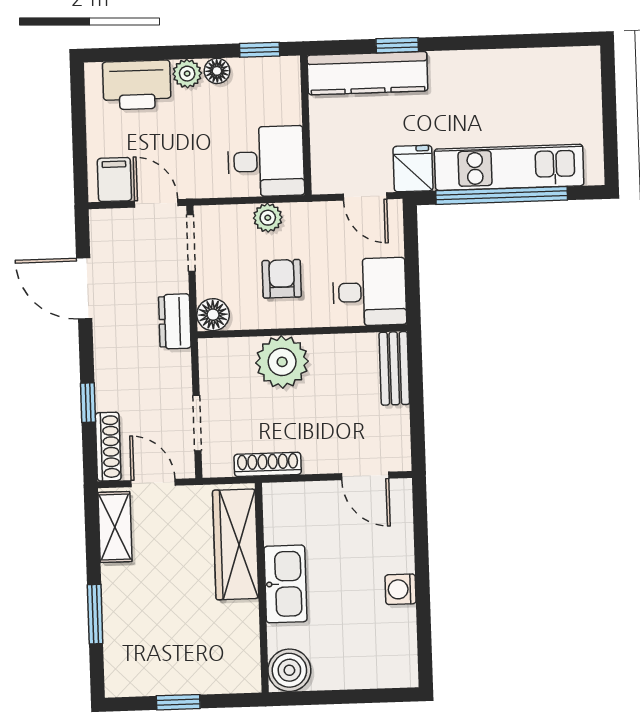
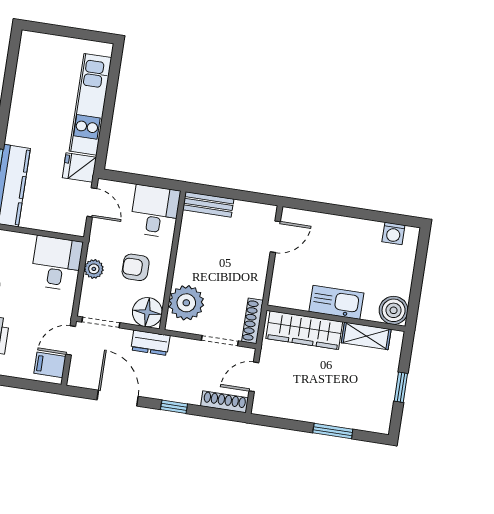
window: (502, 195) -> (108, 113), removed
door: (365, 196) -> (92, 202), hinge flipped
door: (84, 288) -> (118, 398), swing flipped
floor lamp: (213, 315) -> (147, 312), width x1.38, depth x1.38
plant: (282, 362) -> (186, 303), moved
window: (88, 403) -> (174, 407), moved
shoe rack: (268, 464) -> (252, 321), moved
shelving: (115, 527) -> (366, 336), moved
washing machine: (401, 589) -> (393, 233), moved

